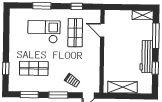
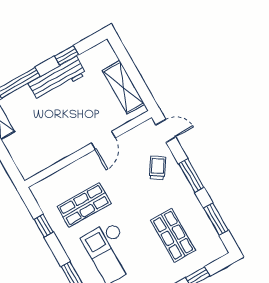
door: (102, 30) -> (103, 140), moved

